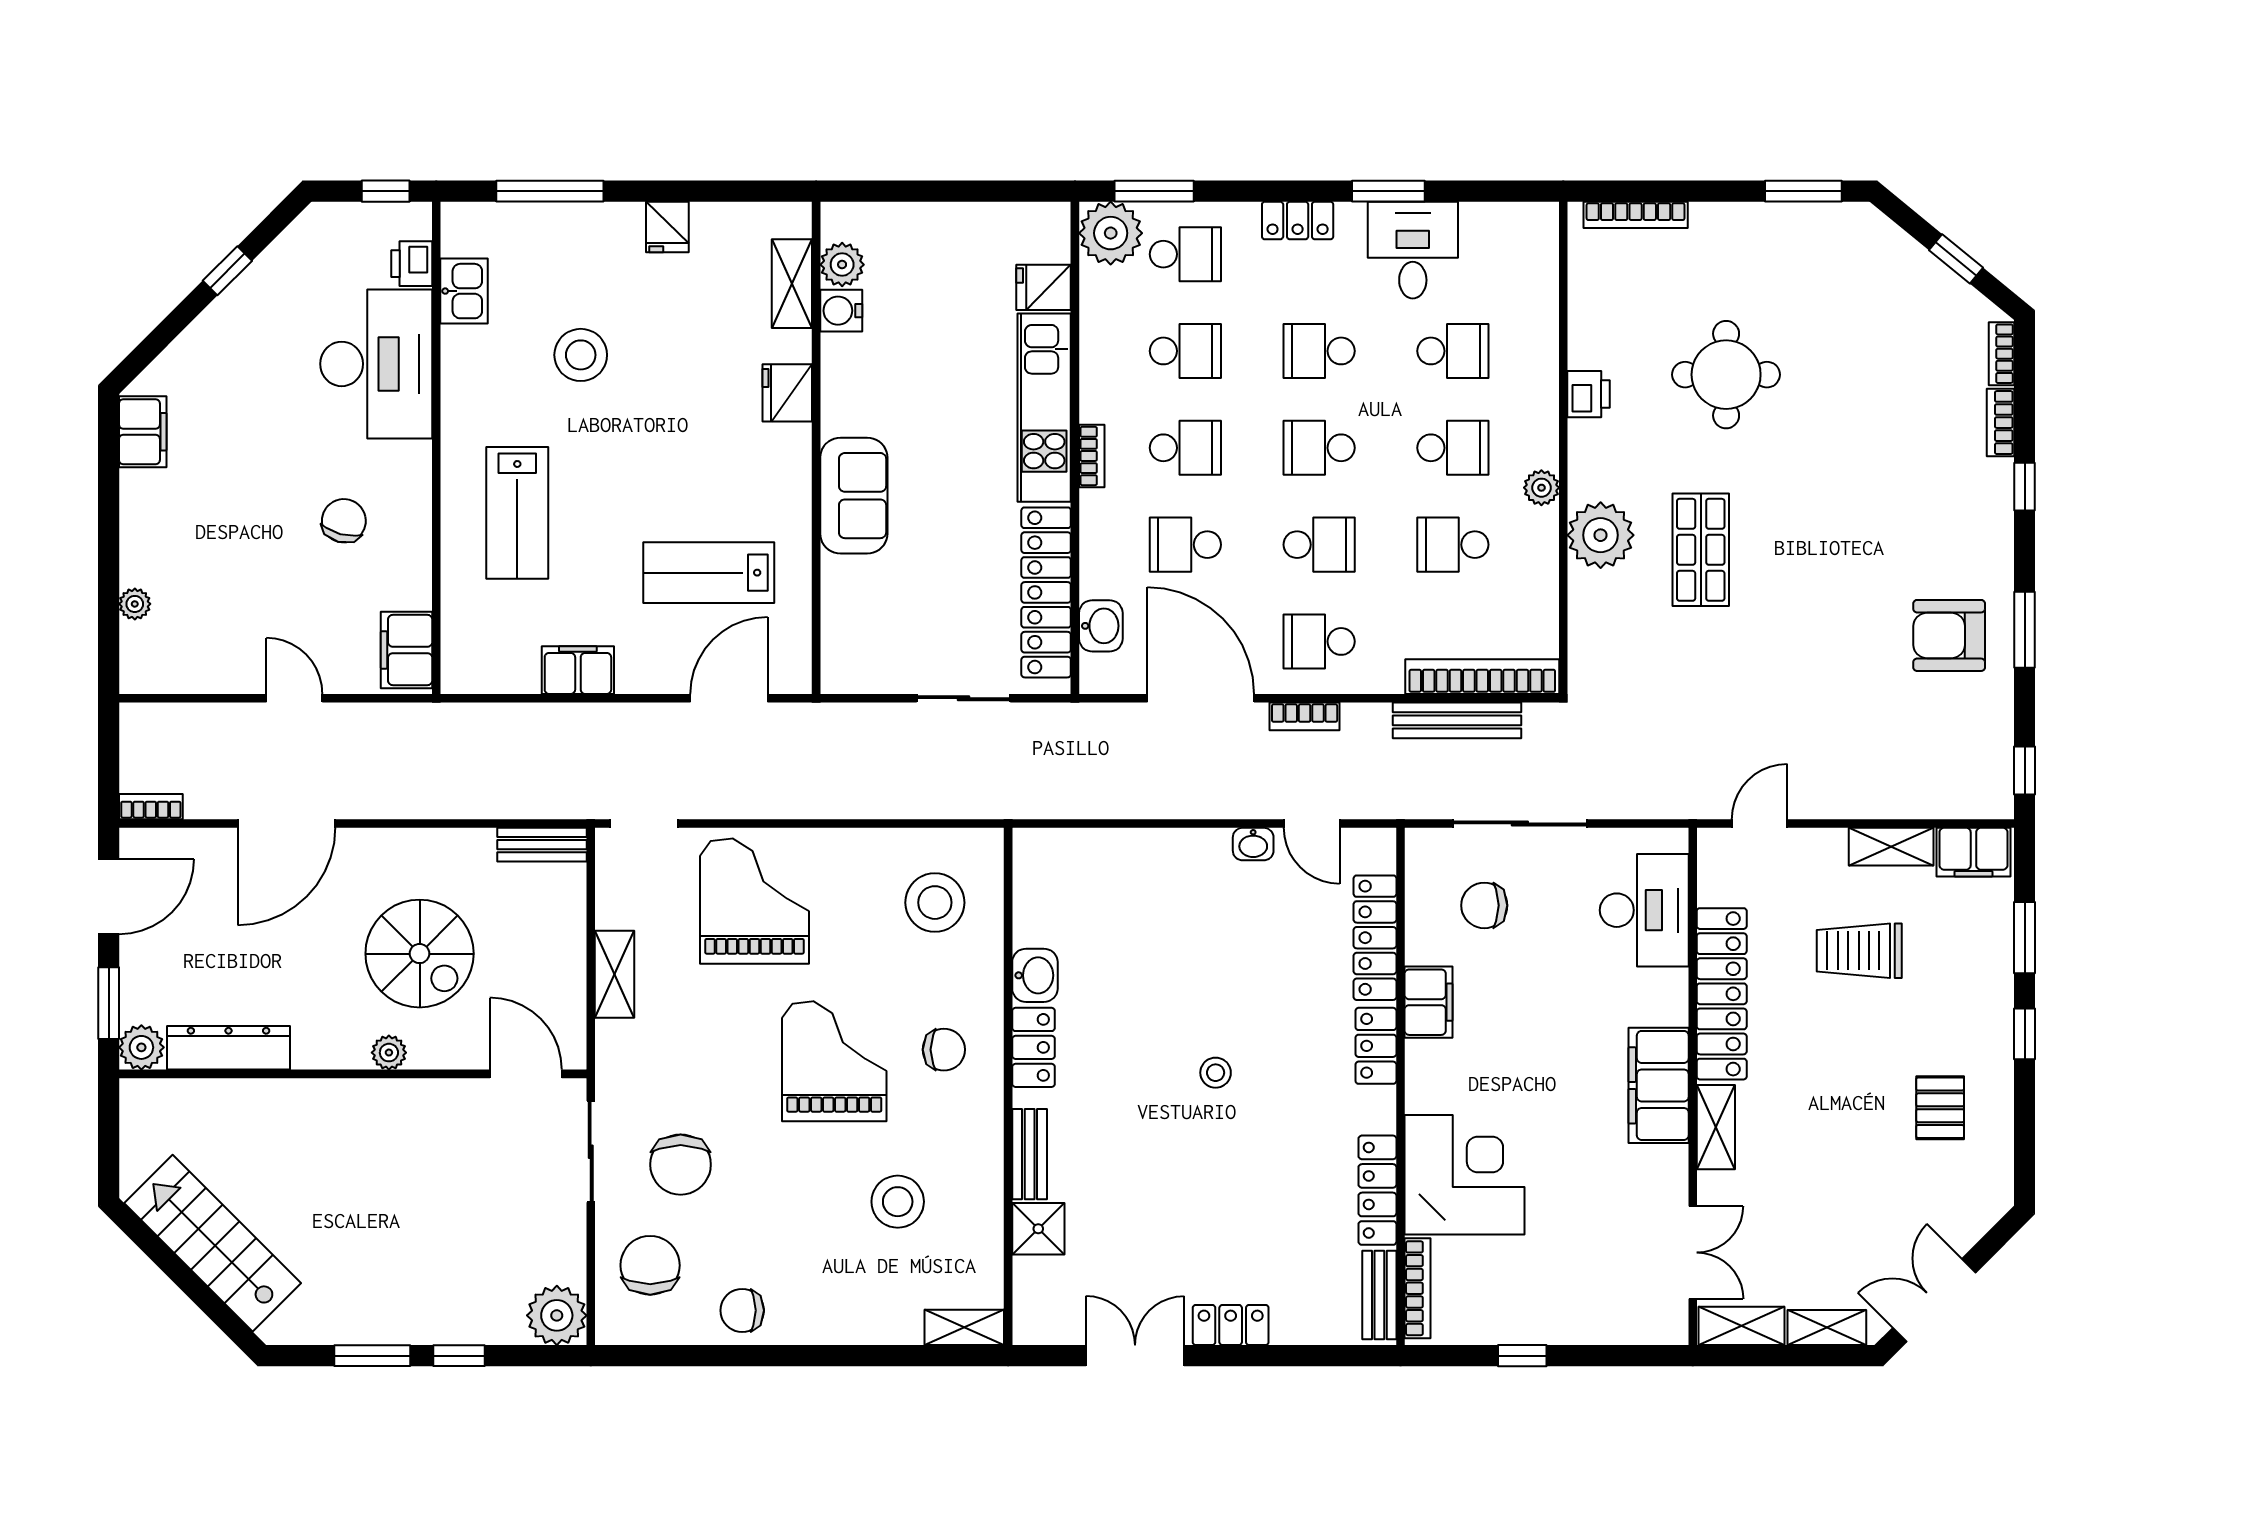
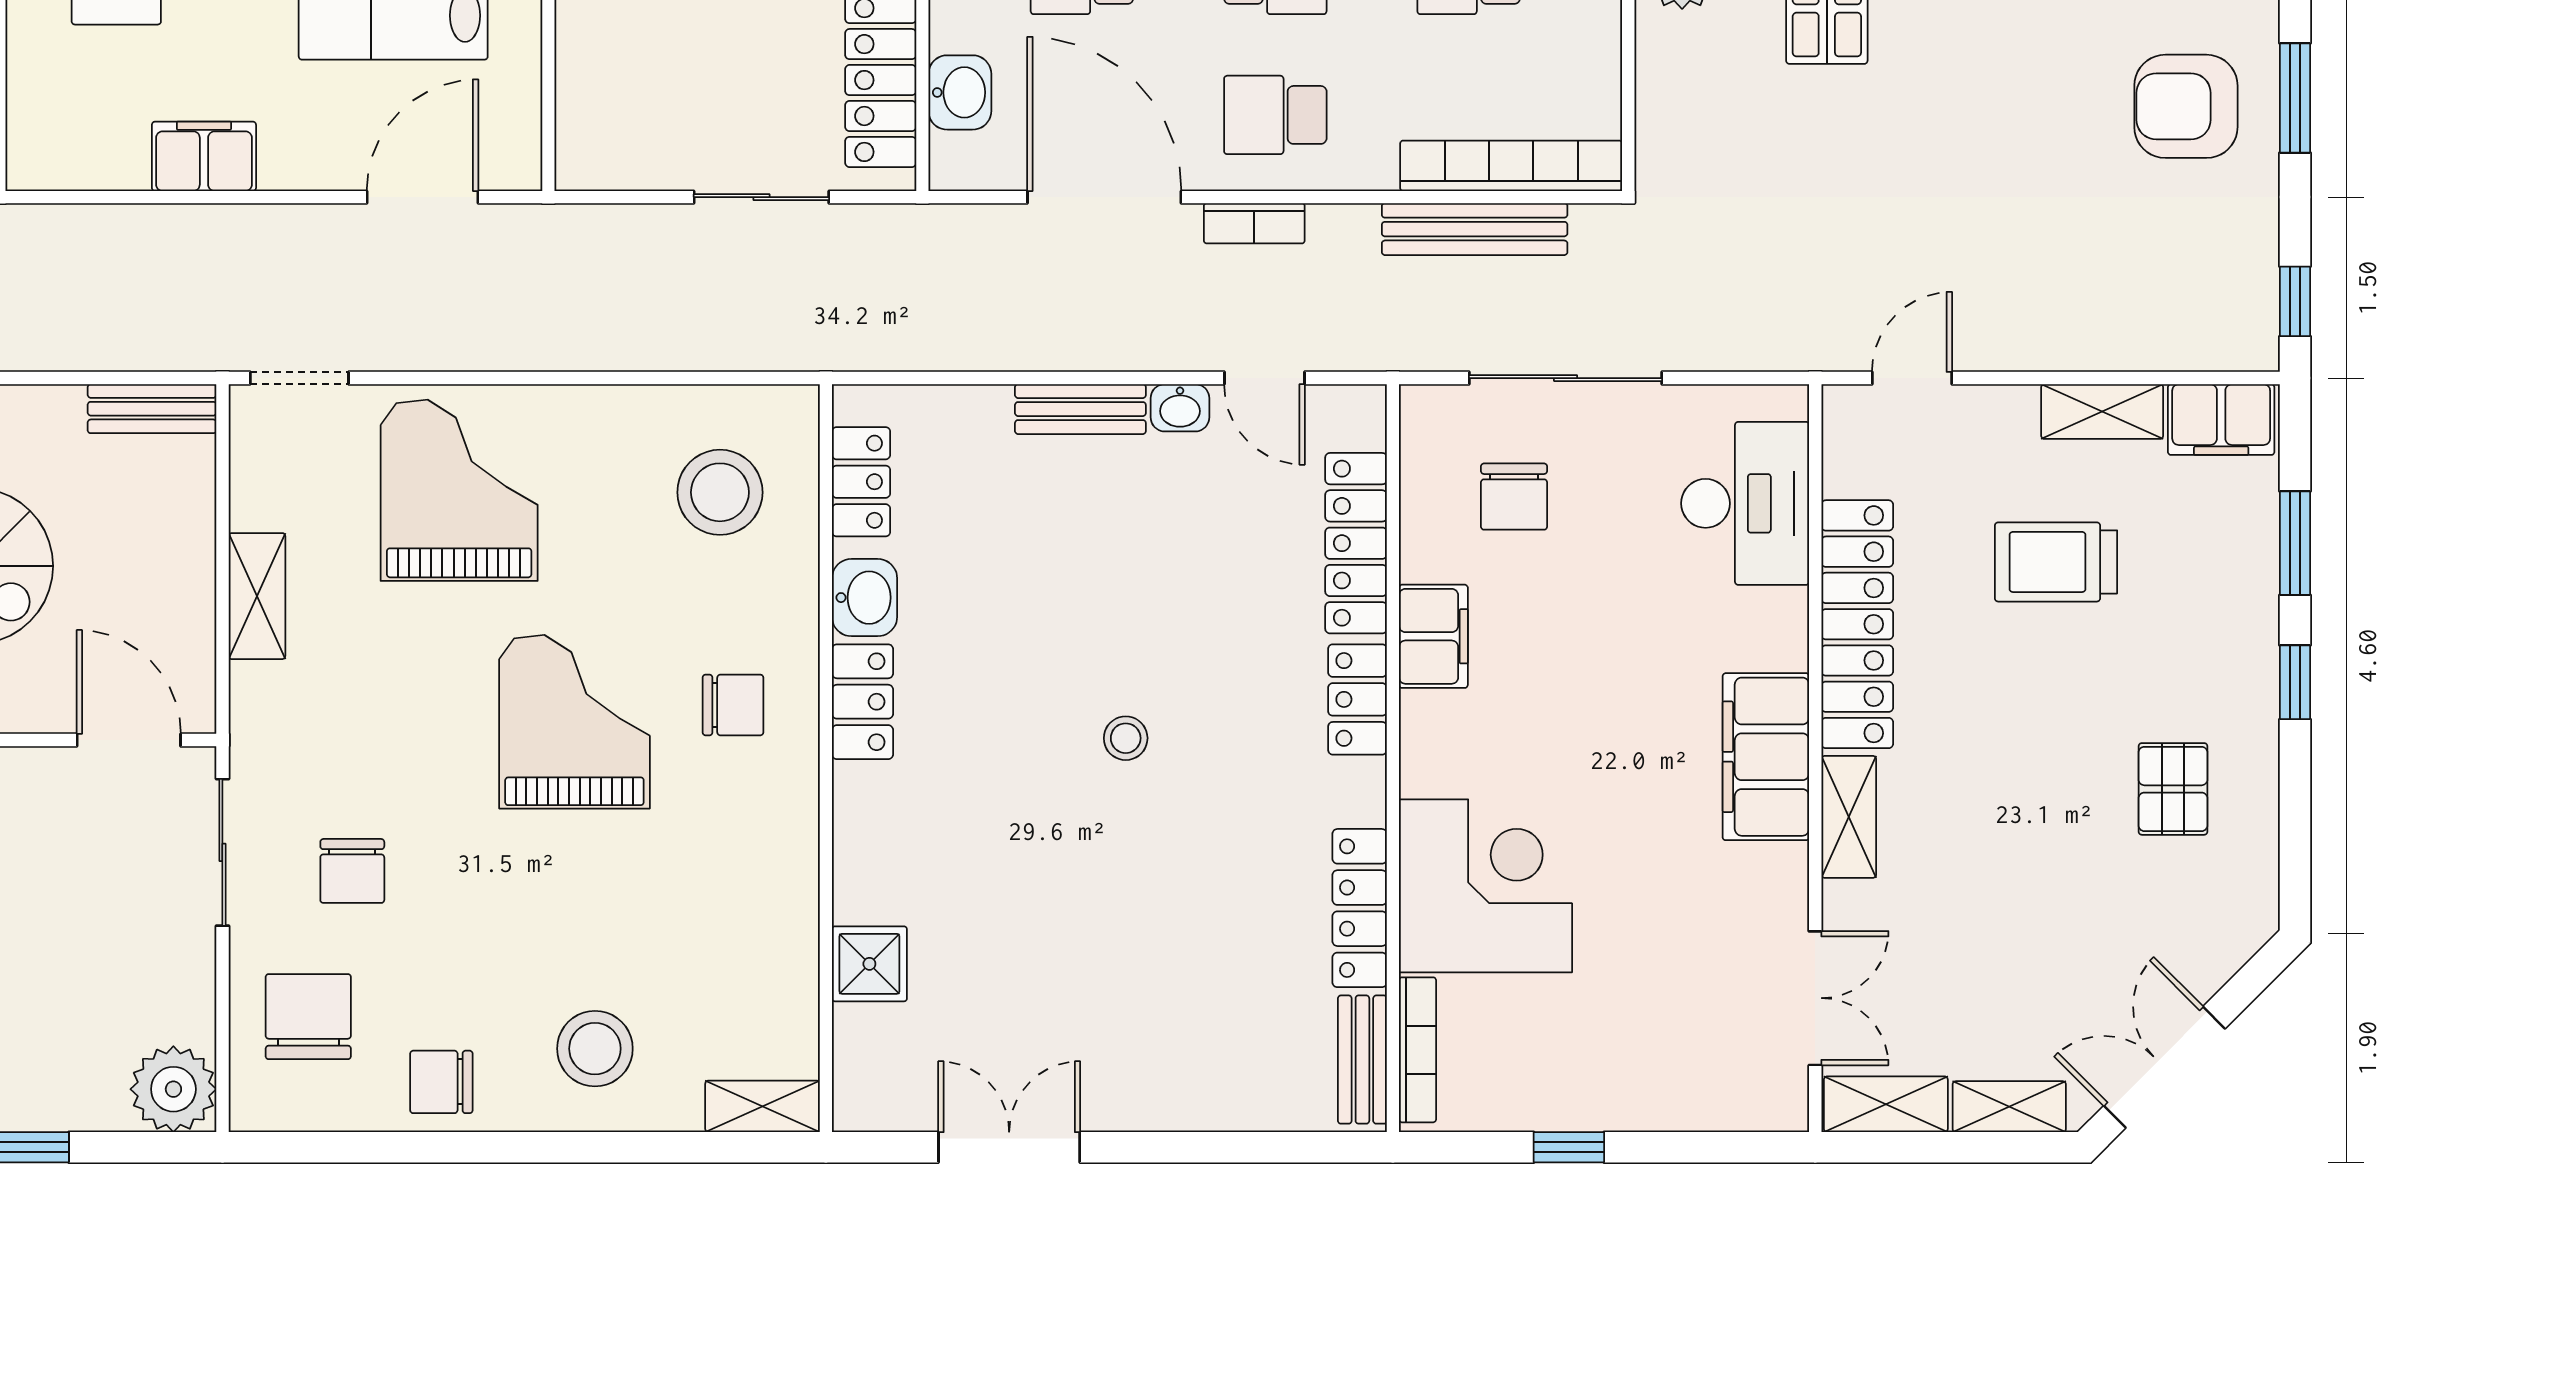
chair: (1484, 905) -> (1514, 497), turned -90
bench: (1030, 1154) -> (1080, 409), moved, turned 90
chair: (681, 1165) -> (352, 871), width x0.73, depth x0.73
stool: (898, 1202) -> (595, 1049), moved
locker: (1231, 1325) -> (861, 482), moved, turned 90

